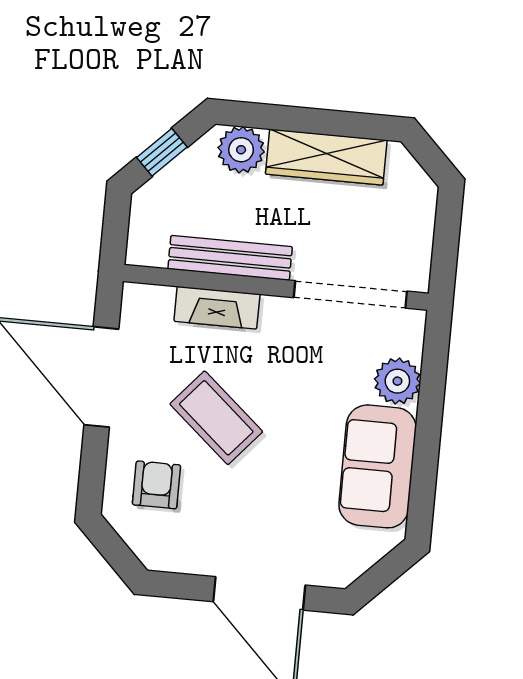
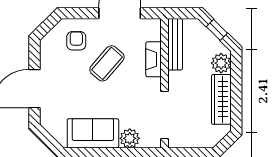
bench: (230, 258) -> (175, 44), moved
armchair: (156, 485) -> (76, 41), turned -90

